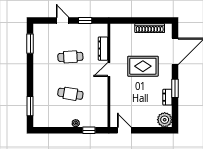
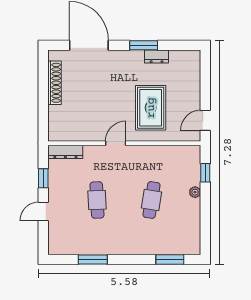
window: (30, 44) -> (93, 260), moved
dresser: (103, 49) -> (65, 152), moved
rug: (143, 66) -> (151, 108), moved
door: (109, 69) -> (116, 143), swing flipped
plant: (165, 120) -> (190, 61), removed

